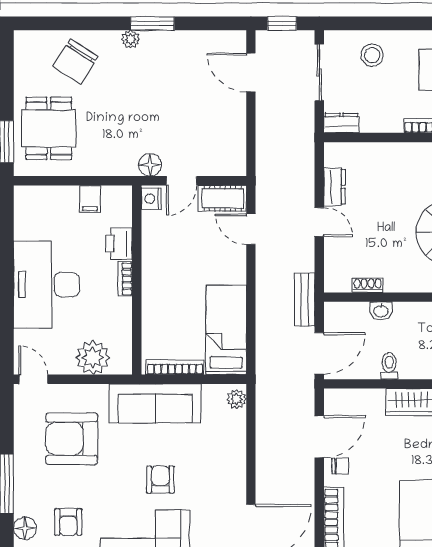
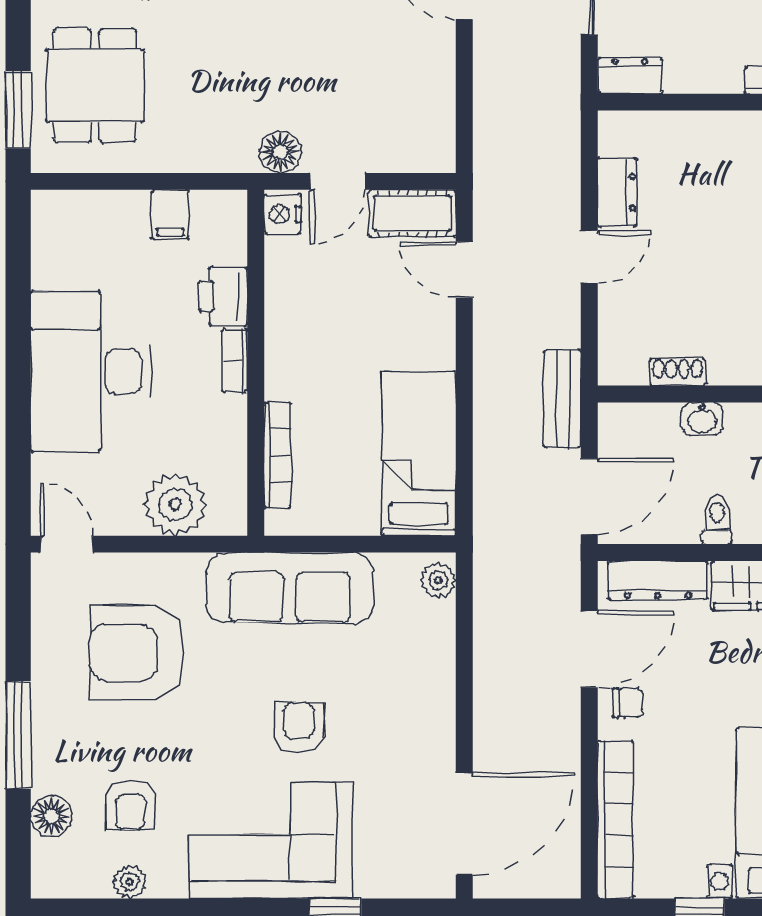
door: (319, 222) -> (589, 257), hinge flipped
bookcase: (175, 367) -> (278, 455), moved, turned 90
dresser: (357, 399) -> (658, 580), added

